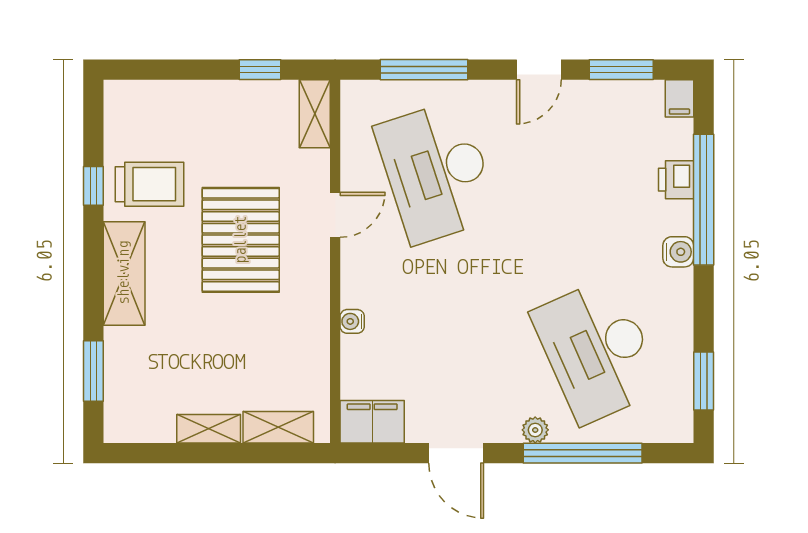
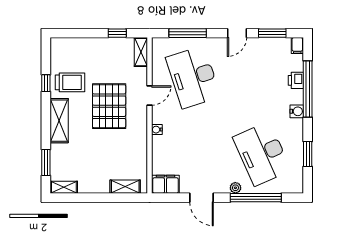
water cooler: (352, 321) -> (157, 130), moved
window: (704, 381) -> (308, 154), moved
shelving: (209, 429) -> (64, 187), moved

